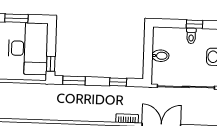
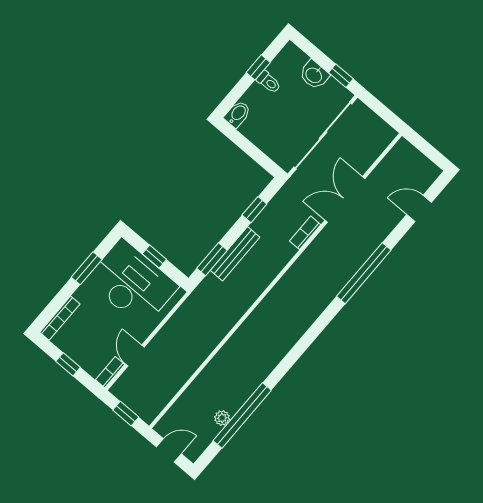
bidet: (160, 56) -> (237, 114), moved
window: (51, 64) -> (154, 257), moved
bench: (87, 90) -> (235, 254), added

